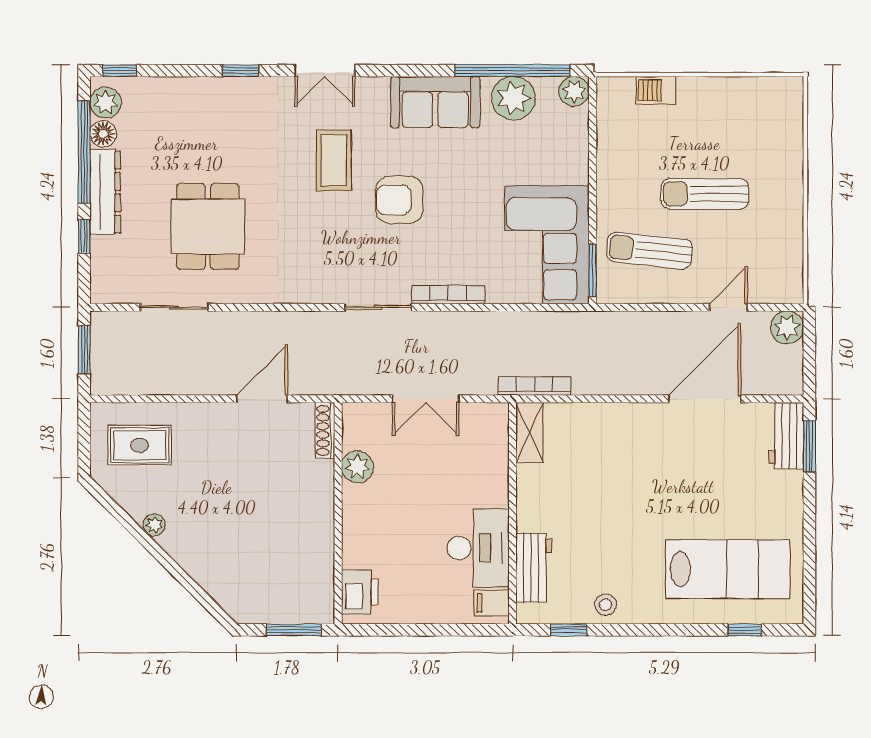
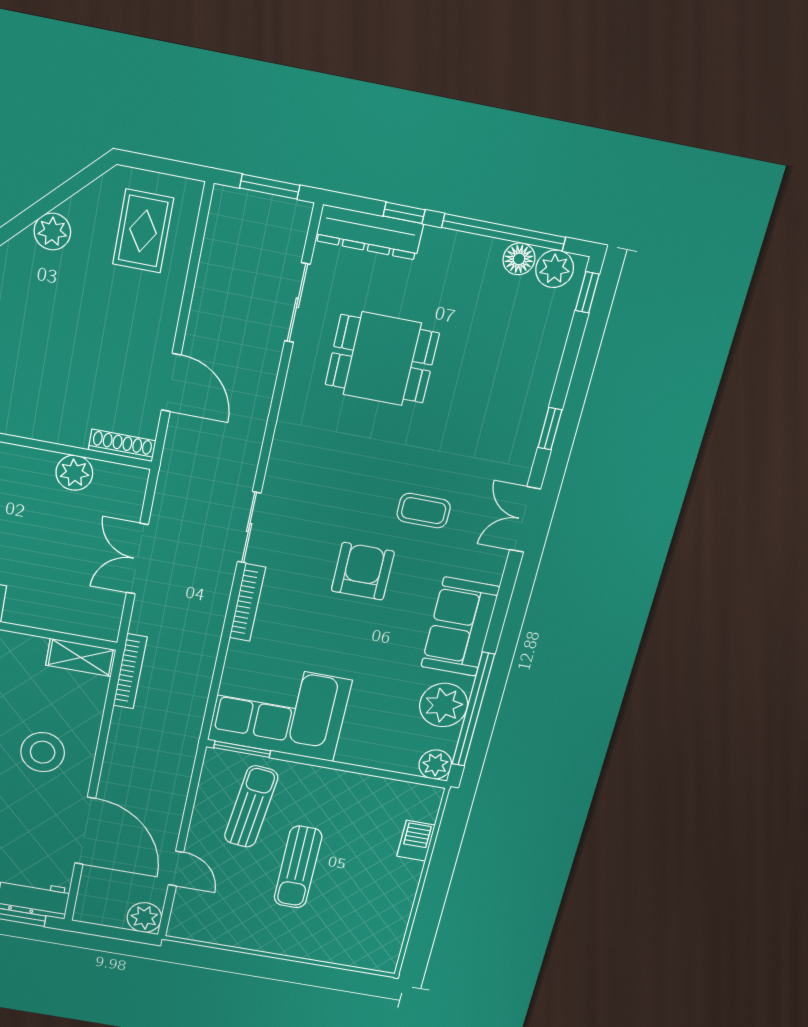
coffee table: (334, 160) -> (424, 511), width x0.73, depth x0.77
dresser: (105, 192) -> (369, 232), moved
sun lounger: (705, 194) -> (298, 867), turned 180
stool: (631, 451) -> (43, 752), added
plant: (154, 525) -> (52, 232), width x1.38, depth x1.38

